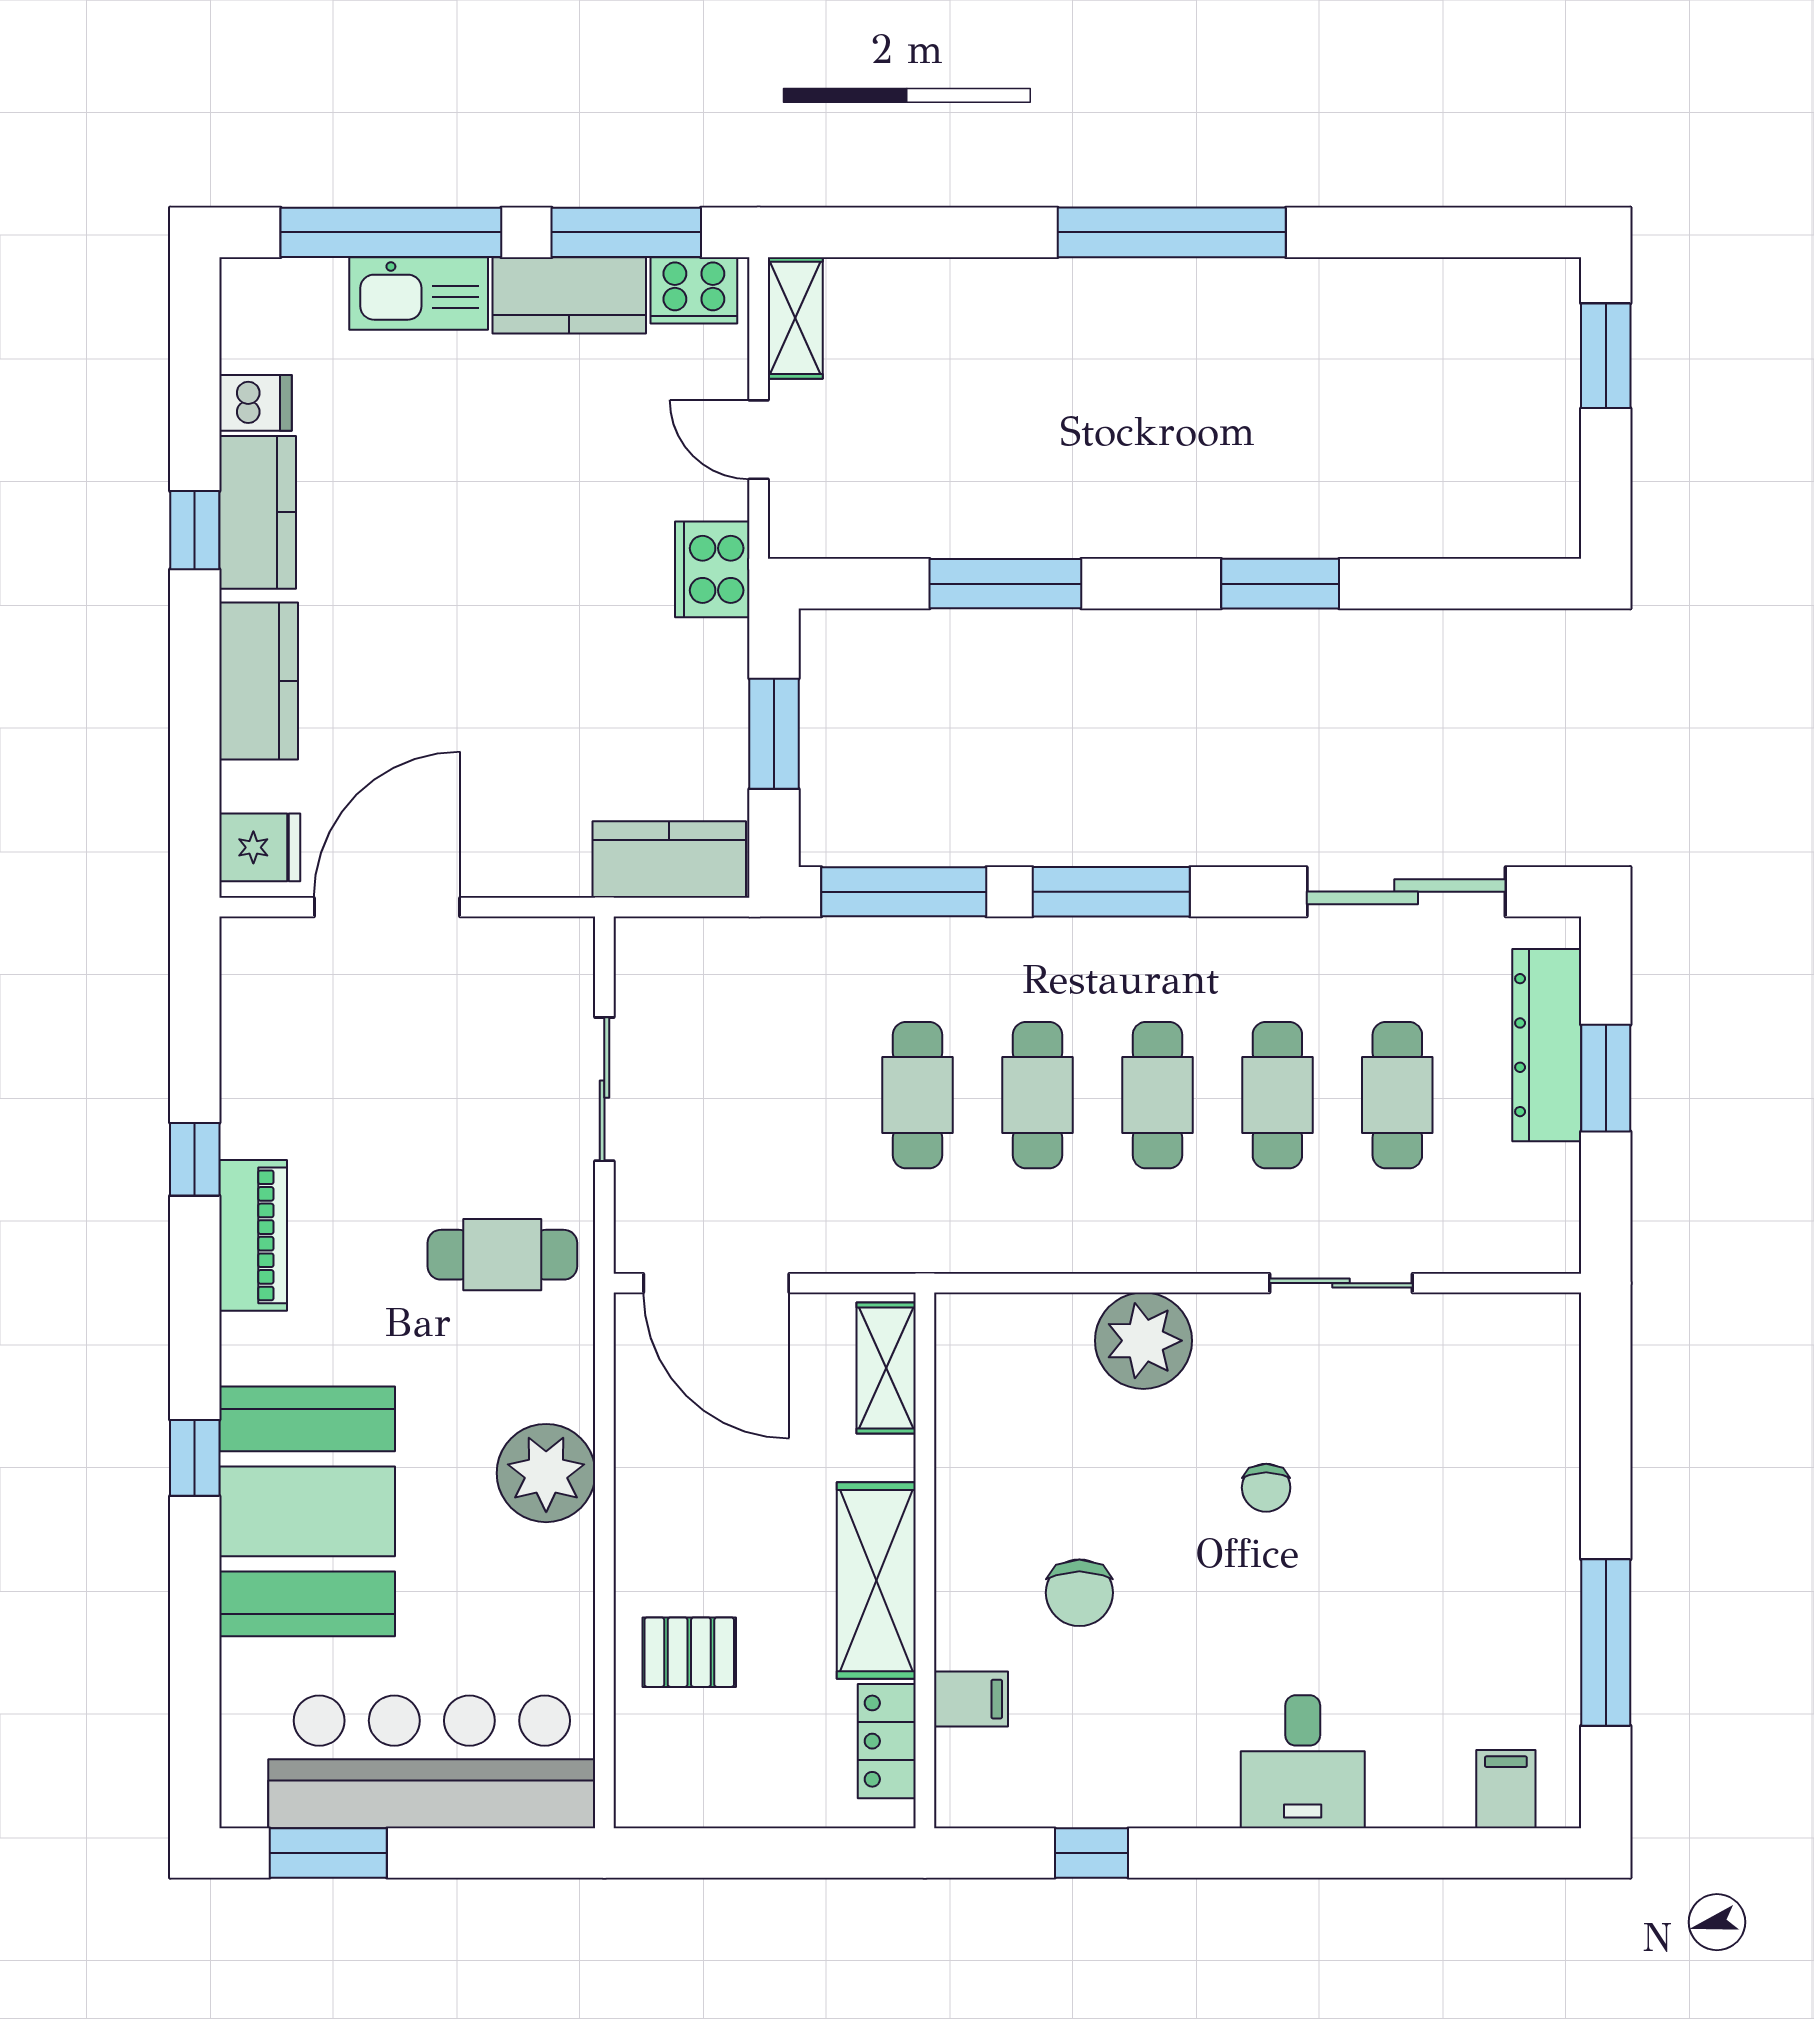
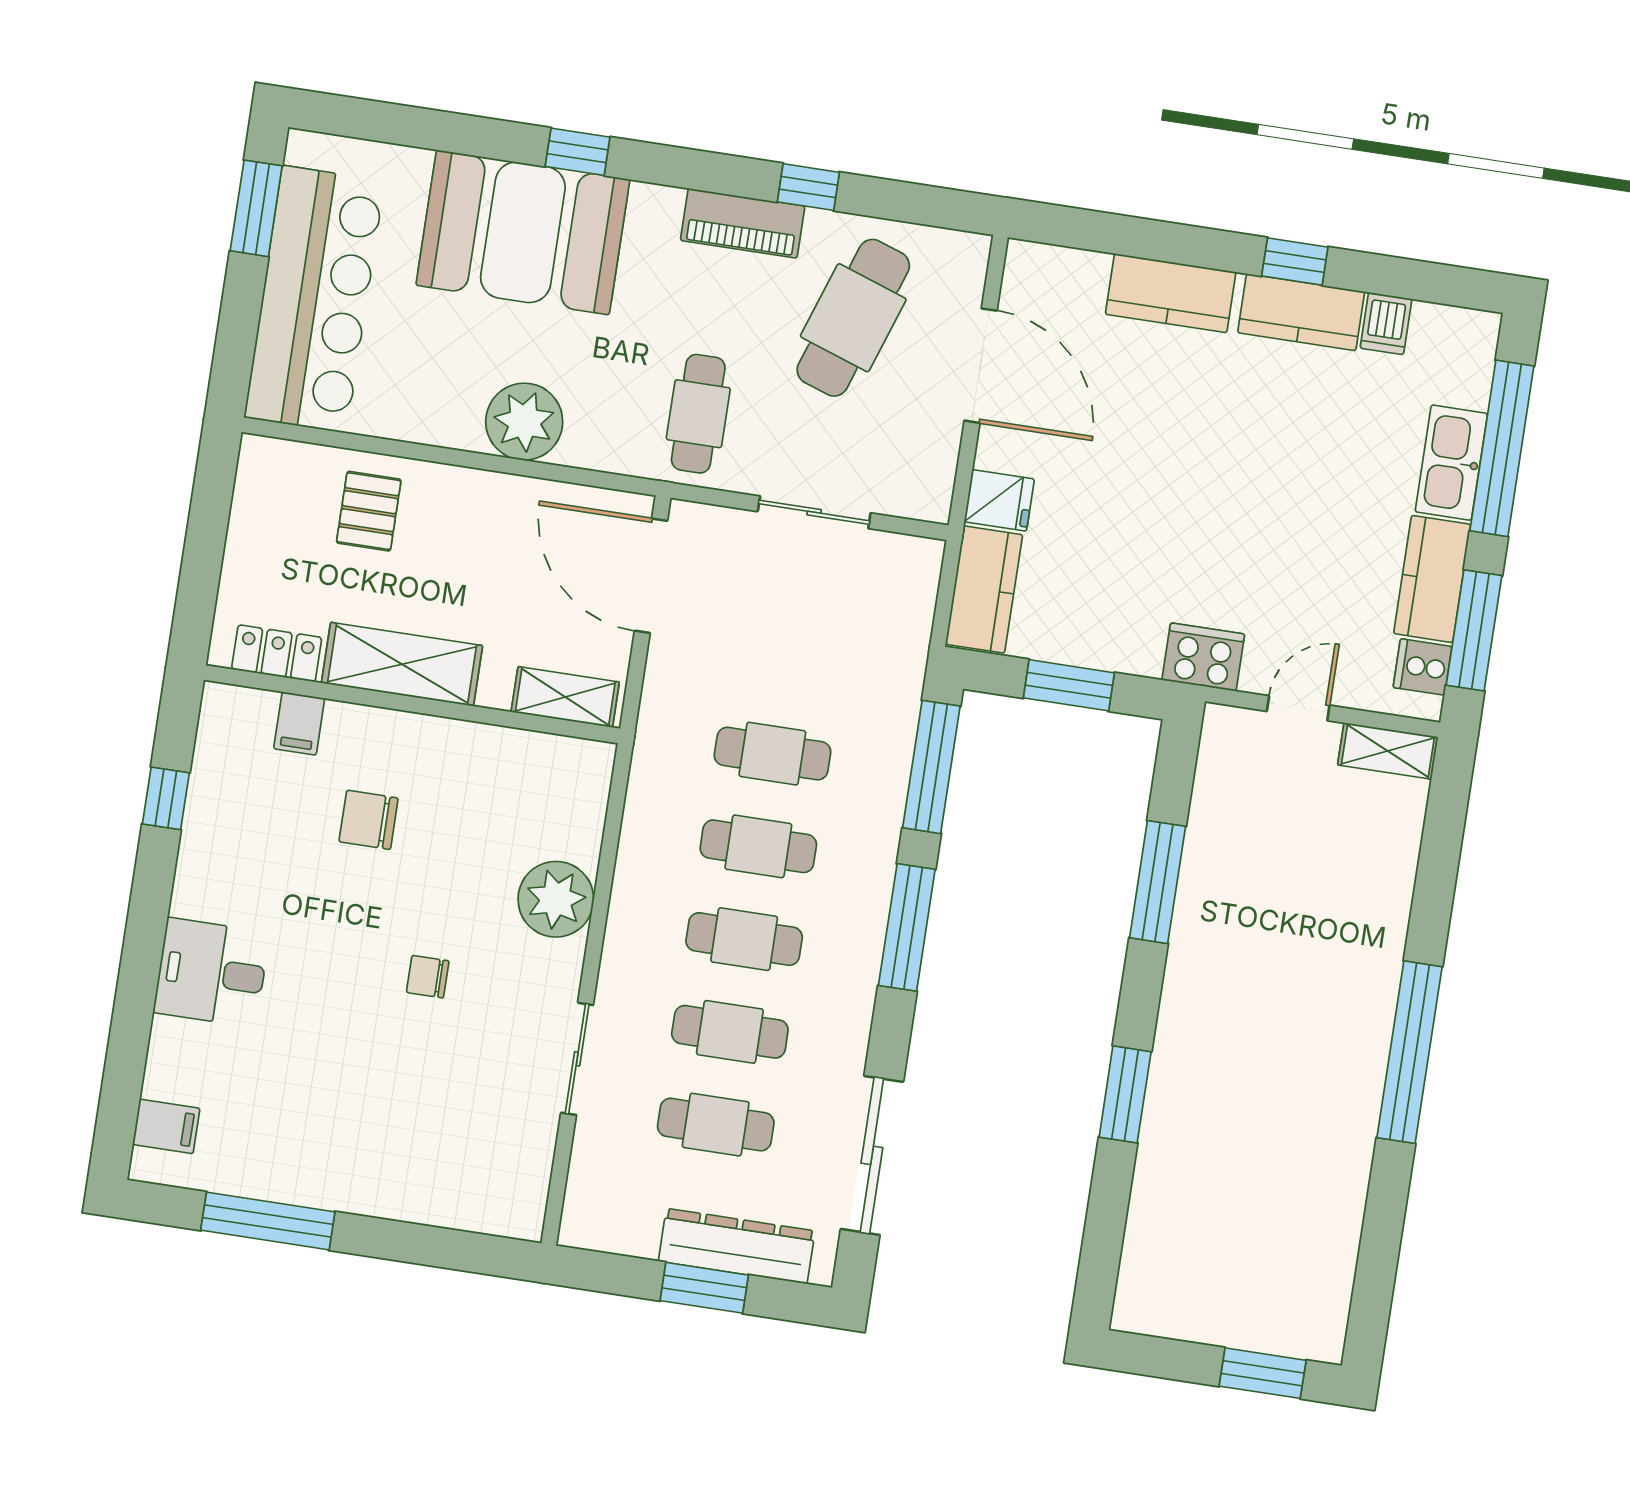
cooker: (694, 290) -> (1423, 667), width x0.73
fridge: (260, 847) -> (999, 500), moved, turned -90
cafe table: (351, 1077) -> (853, 318), added
door: (716, 1283) -> (651, 576), hinge flipped

